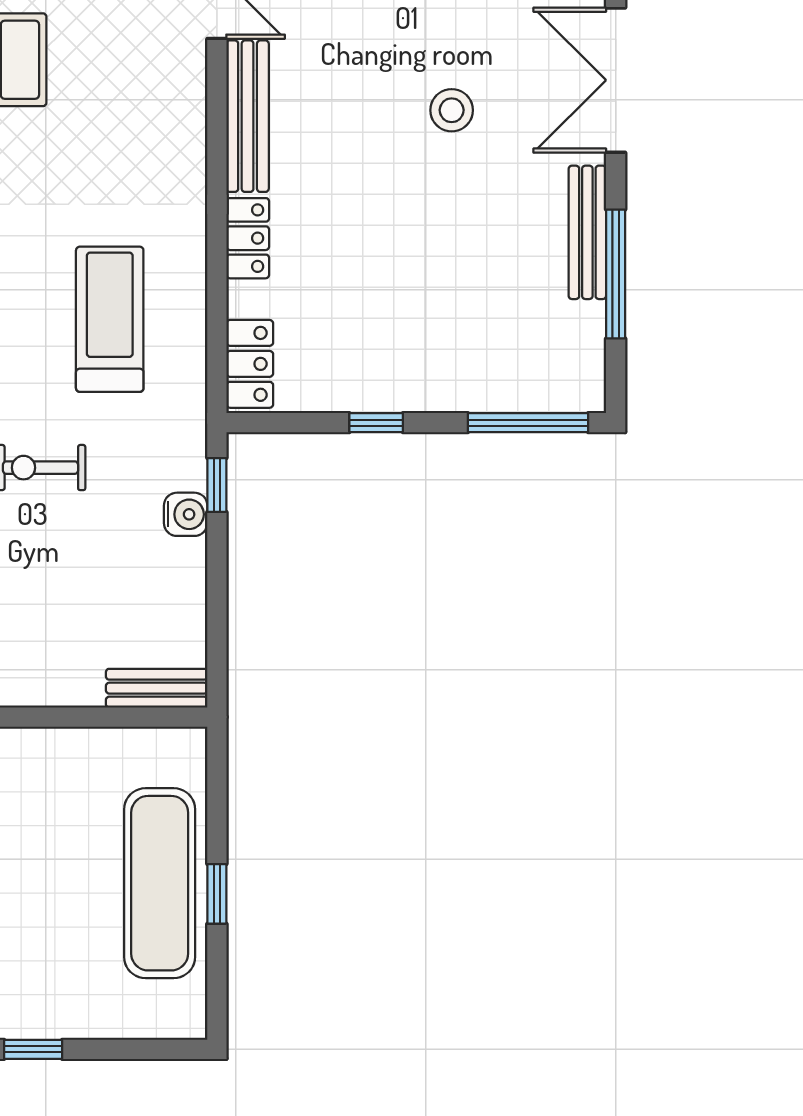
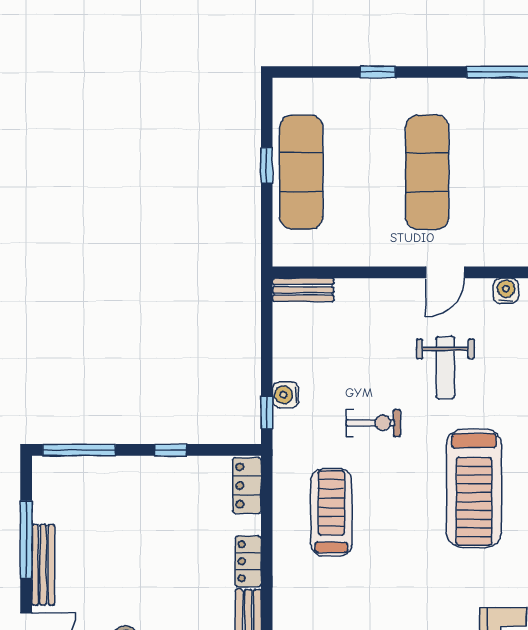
treadmill: (110, 319) -> (331, 512), turned 180

